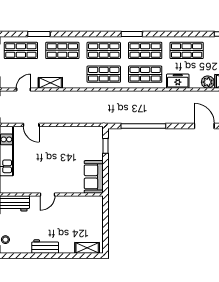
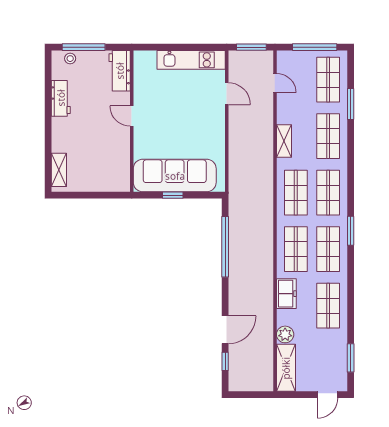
shelving: (50, 83) -> (284, 141), moved
door: (31, 125) -> (227, 94), swing flipped
window: (106, 146) -> (173, 195), moved
sofa: (94, 177) -> (175, 176), width x1.85, depth x1.27
workbench: (45, 247) -> (61, 98), moved

